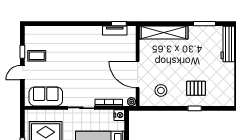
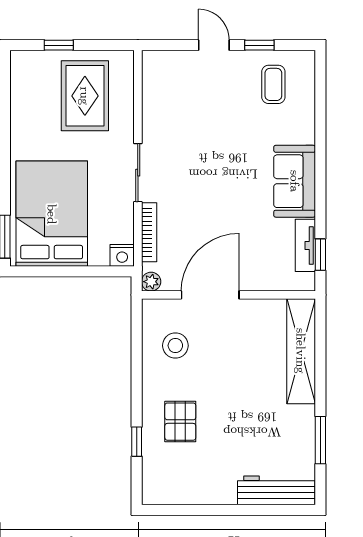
coffee table: (37, 56) -> (273, 84), moved
sofa: (46, 96) -> (295, 181), moved, turned 180
window: (195, 108) -> (137, 442), moved

